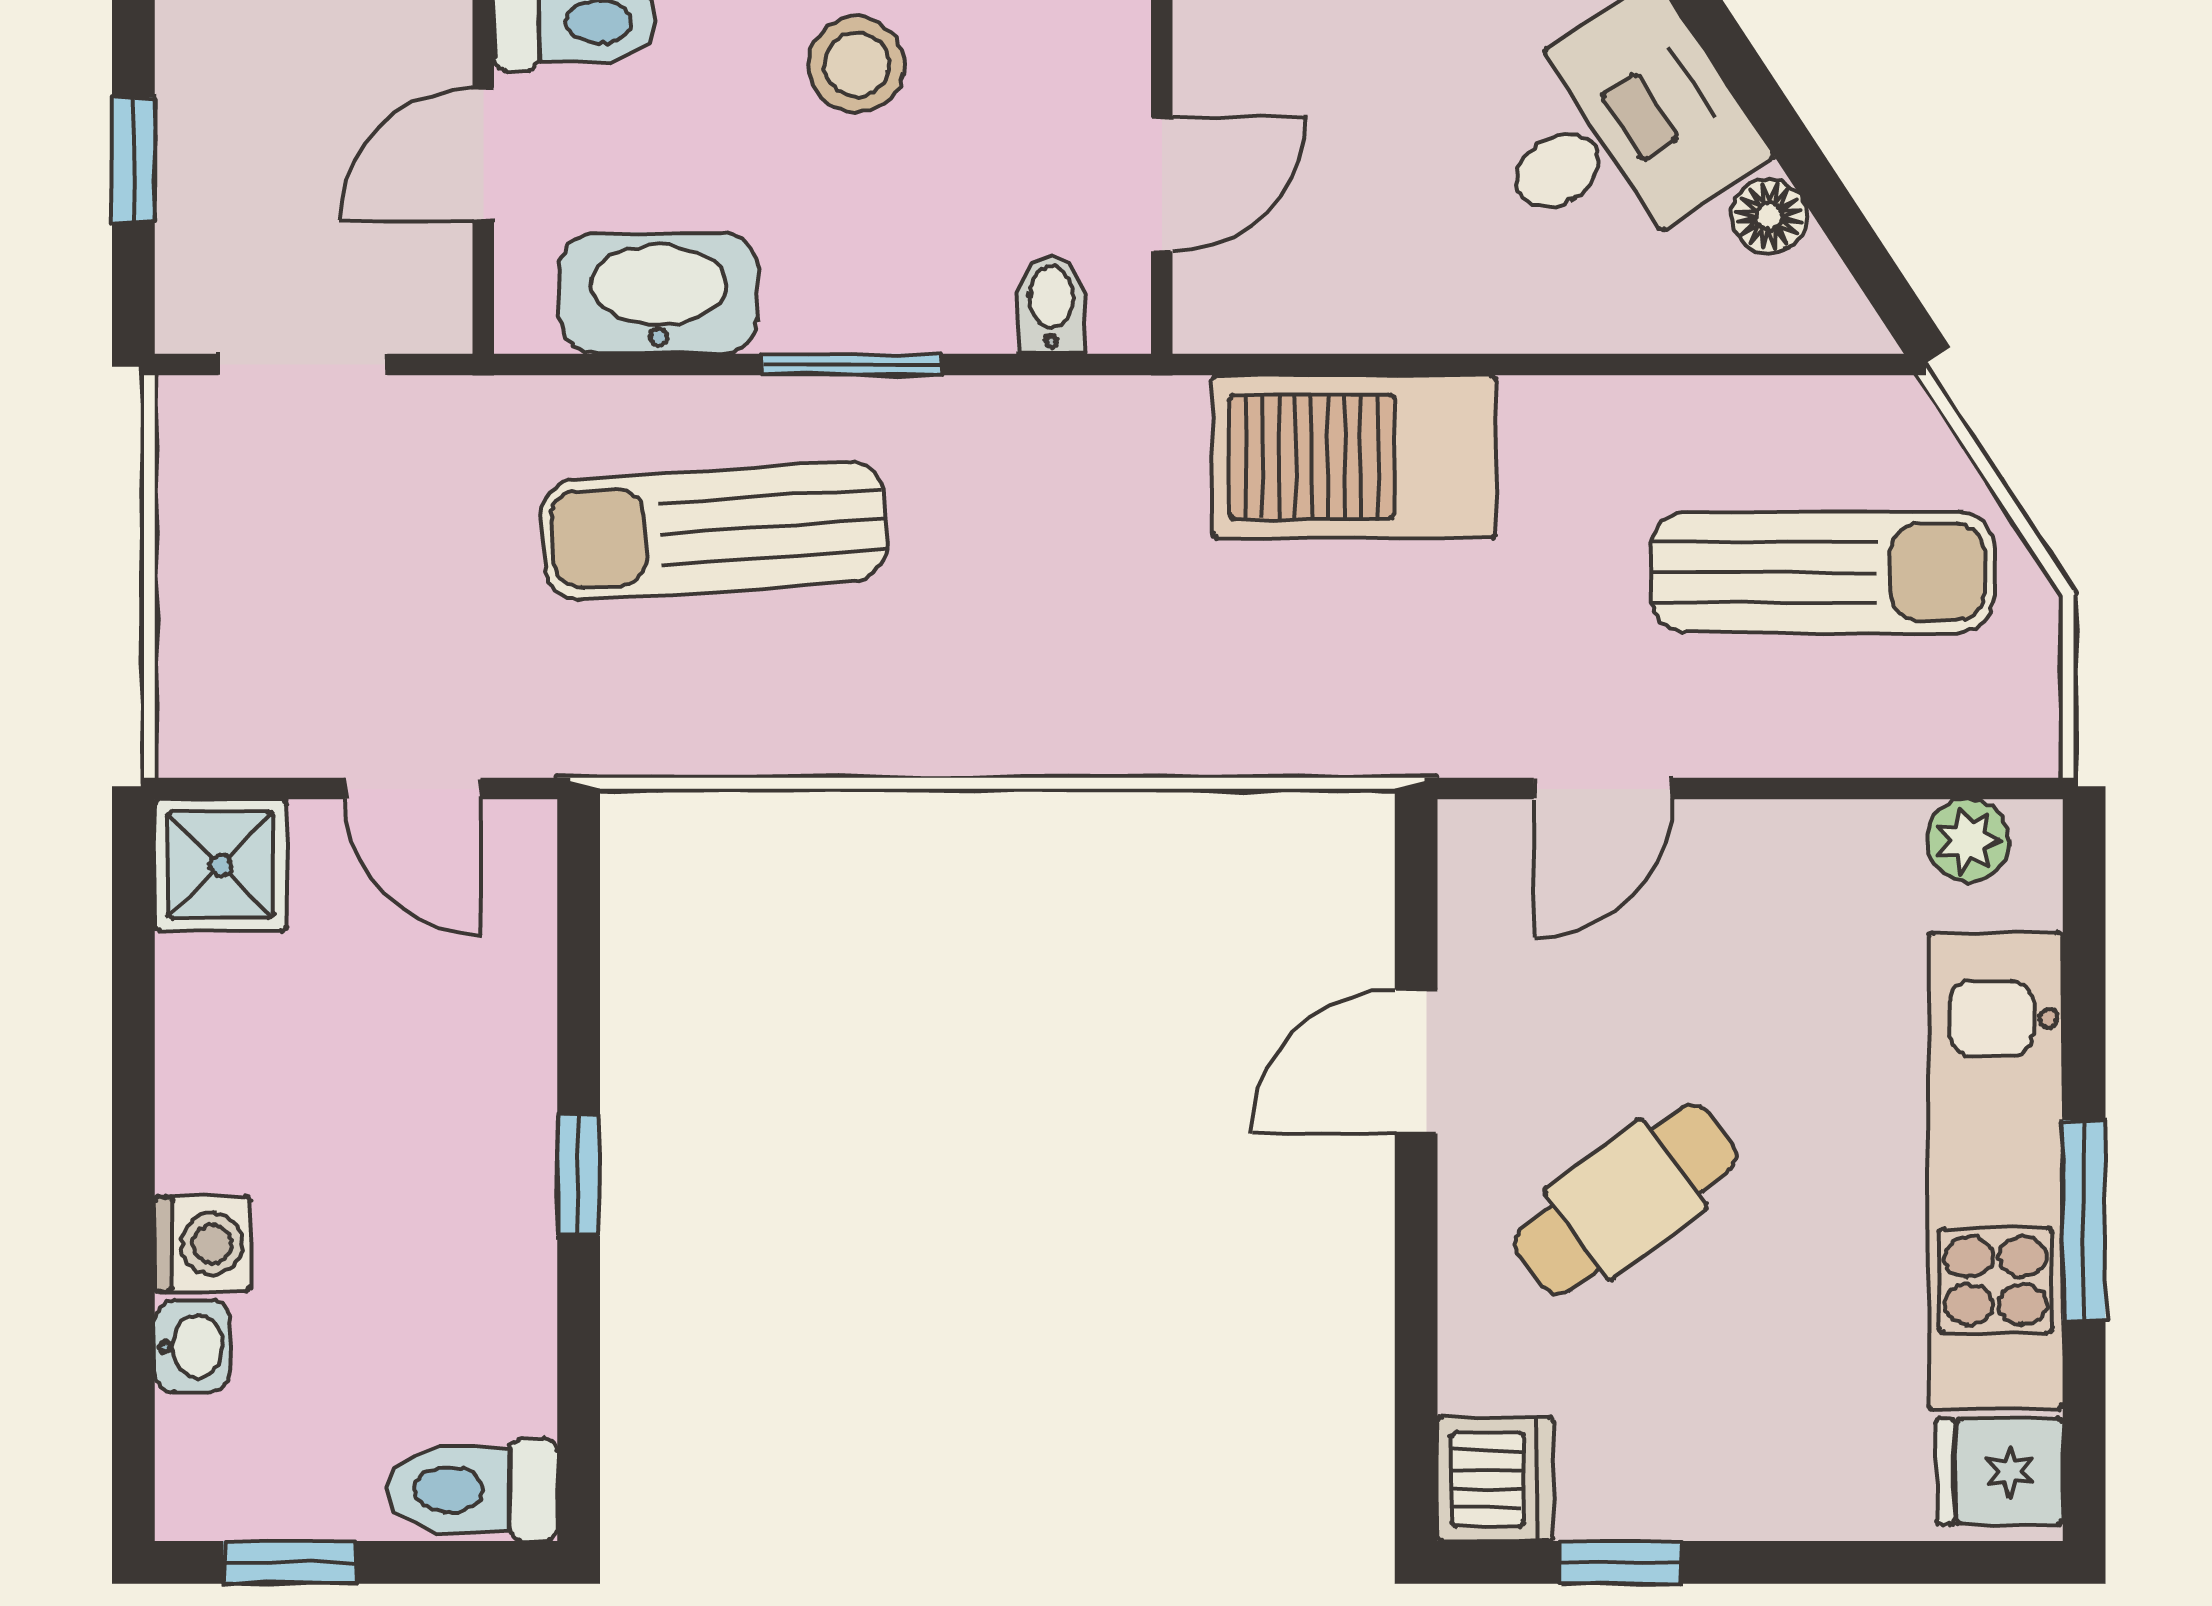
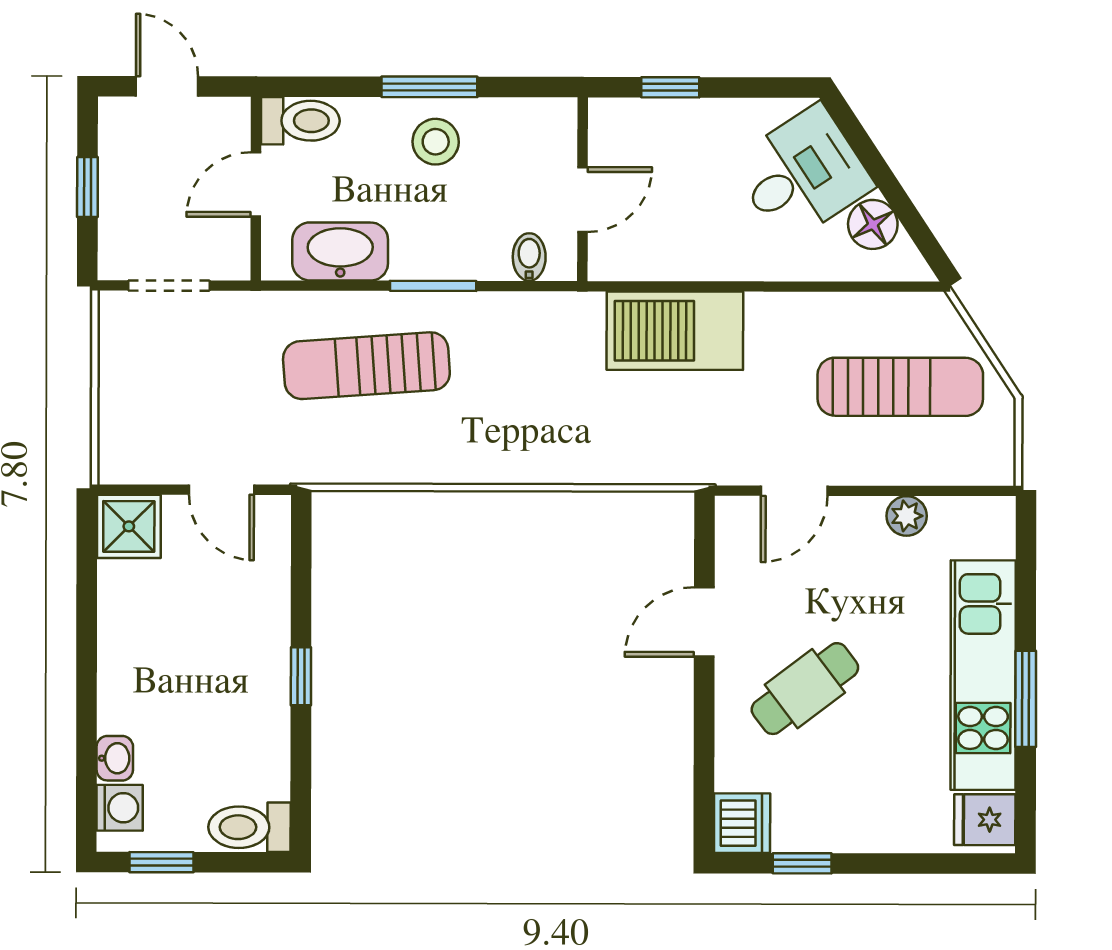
floor lamp: (1769, 216) -> (873, 224), width x1.37, depth x1.37
plant: (1968, 840) -> (907, 516), moved
washing machine: (202, 1244) -> (120, 808), moved

